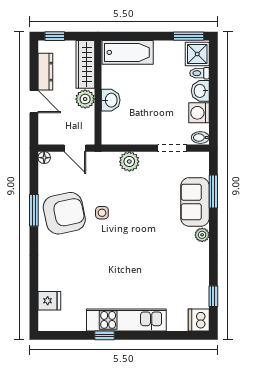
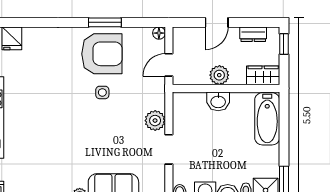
wardrobe: (85, 64) -> (263, 75), width x0.67
dresser: (45, 72) -> (253, 34), width x0.70
doorway: (172, 148) -> (169, 149), moved
armchair: (64, 213) -> (102, 54), turned -78

